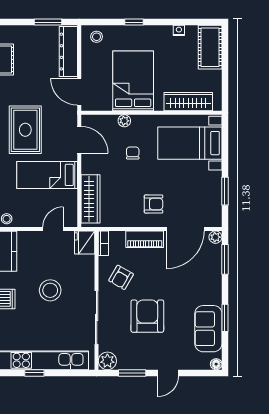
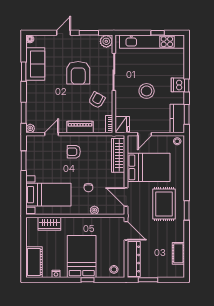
bed: (133, 81) -> (82, 256), moved, turned 180
wardrobe: (188, 102) -> (49, 224), width x0.67
bed: (47, 175) -> (149, 167), width x1.50
door: (185, 229) -> (52, 134), width x0.53

